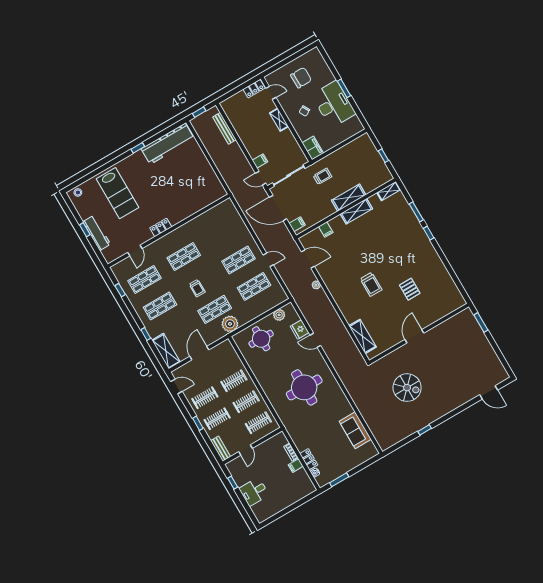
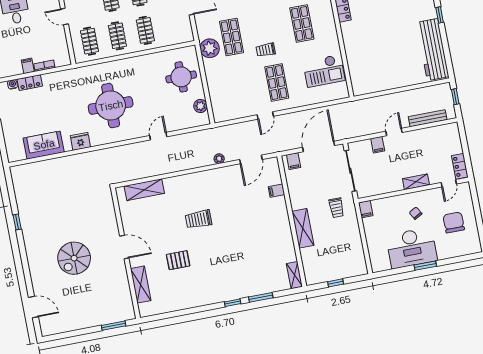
chair: (301, 78) -> (454, 222), turned 180
filing cabinet: (313, 148) -> (366, 209), width x0.50
door: (261, 178) -> (394, 132), moved
shelving: (356, 211) -> (141, 285), moved
checkout: (216, 225) -> (324, 71), added
shop shelf: (254, 286) -> (242, 89), removed
trolley: (197, 288) -> (266, 50), moved
fridge: (300, 329) -> (80, 141), moved
spiral stairs: (407, 388) -> (74, 258), moved
door: (489, 392) -> (33, 307), swing flipped

